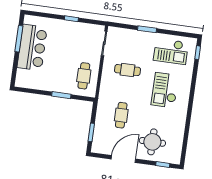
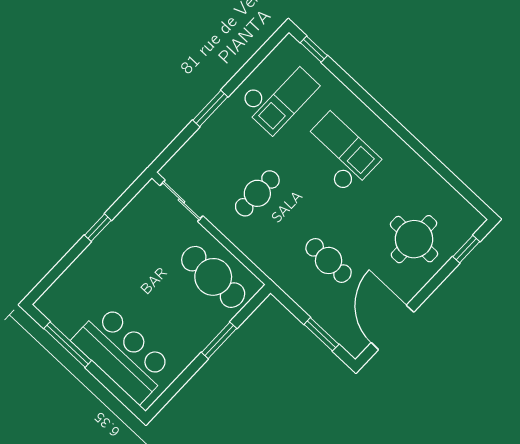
bar counter: (32, 47) -> (123, 354), moved
cafe table: (84, 76) -> (213, 277), width x1.37, depth x1.35
checkout: (165, 90) -> (339, 153), turned 180
door: (123, 159) -> (392, 327), moved

